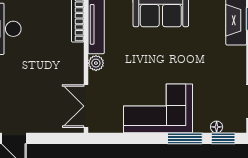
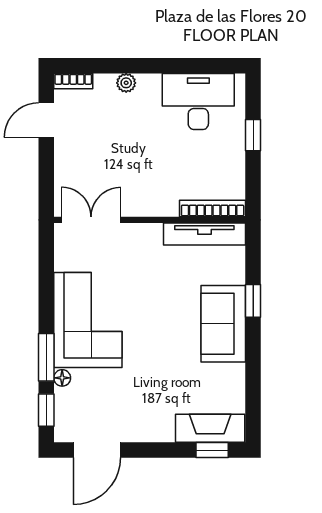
plant: (96, 63) -> (151, 234), removed
floor lamp: (217, 127) -> (62, 378), moved

